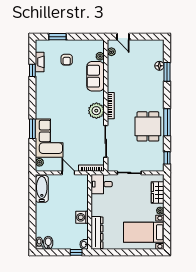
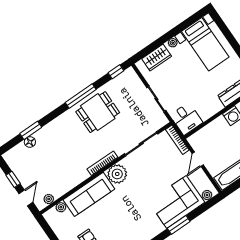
window: (142, 37) -> (13, 179), added
sofa: (96, 76) -> (89, 194), width x1.36

